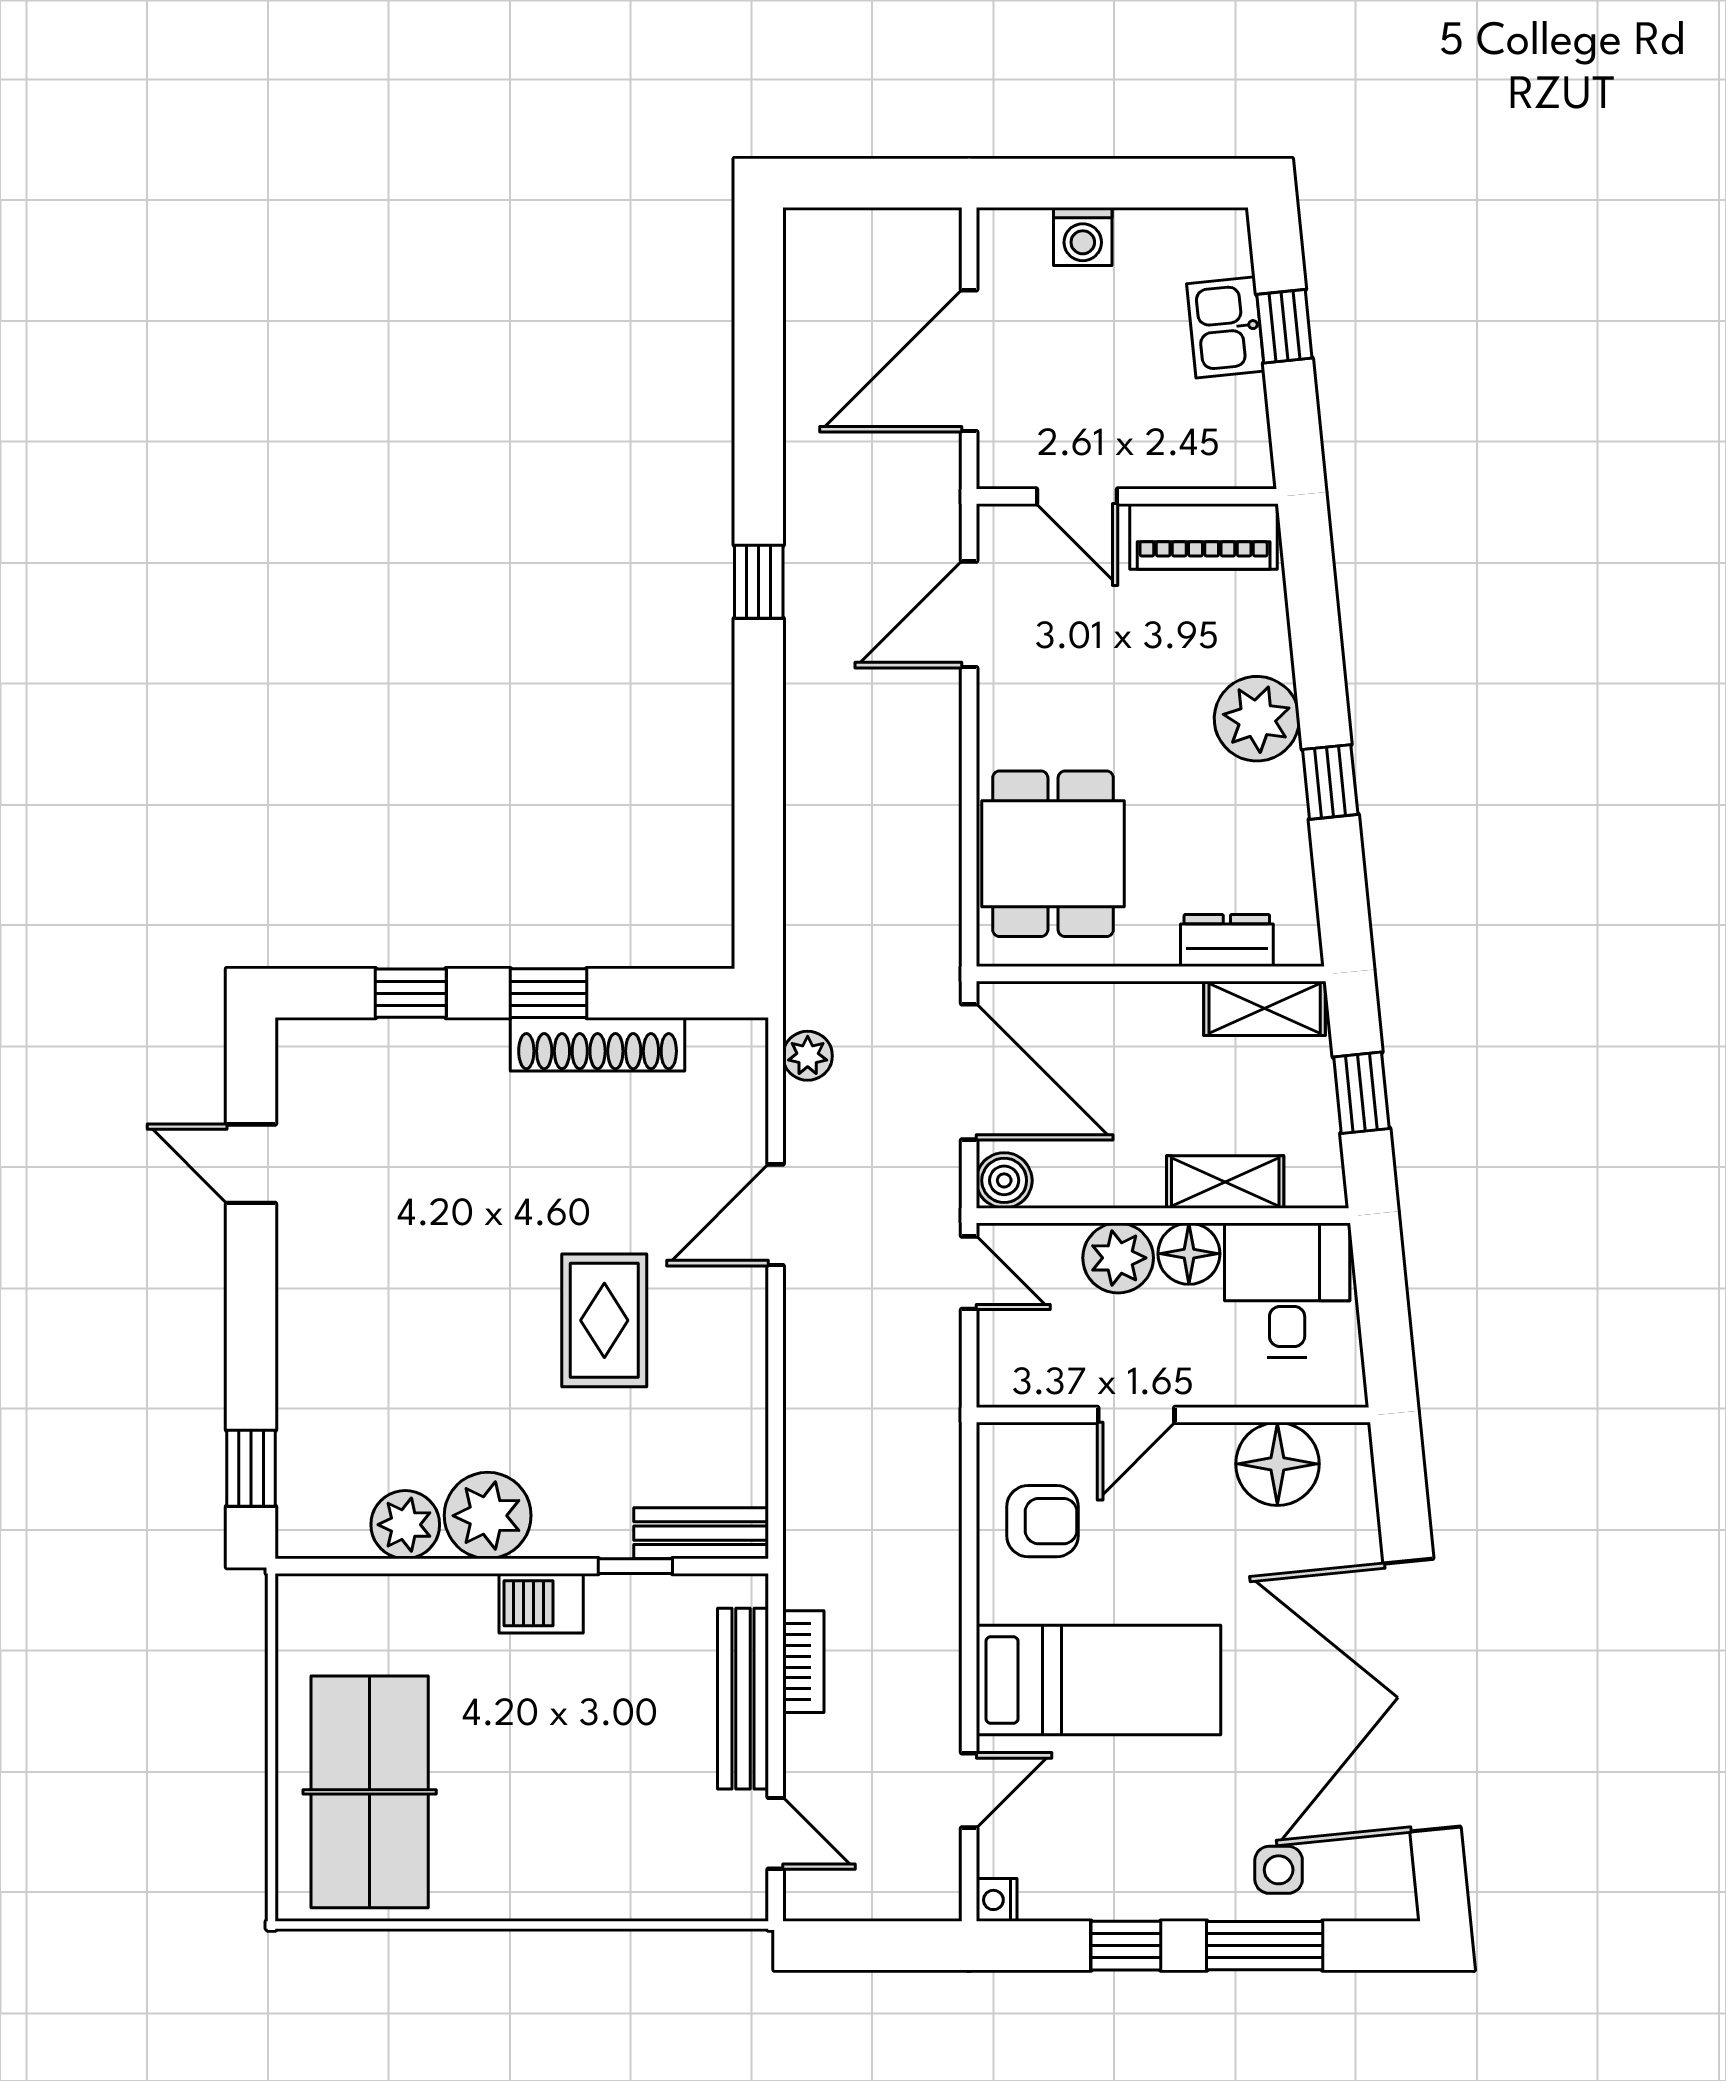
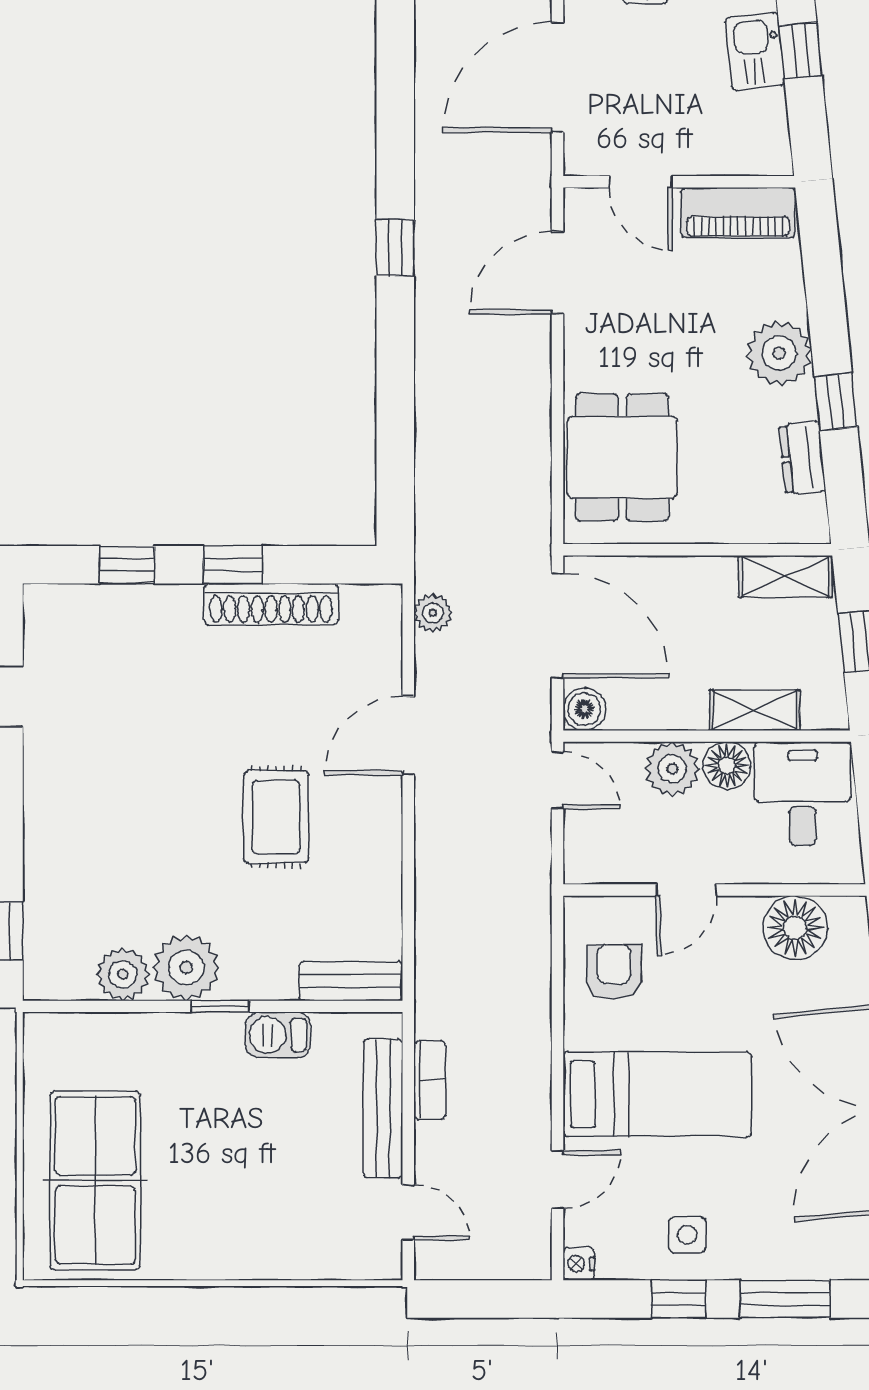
dresser: (1227, 940) -> (802, 458), moved, turned -96
armchair: (1042, 1521) -> (614, 972), turned -90
window: (635, 1566) -> (220, 1006), moved
barbecue: (541, 1603) -> (278, 1035), moved
side table: (1279, 1870) -> (687, 1235), moved

